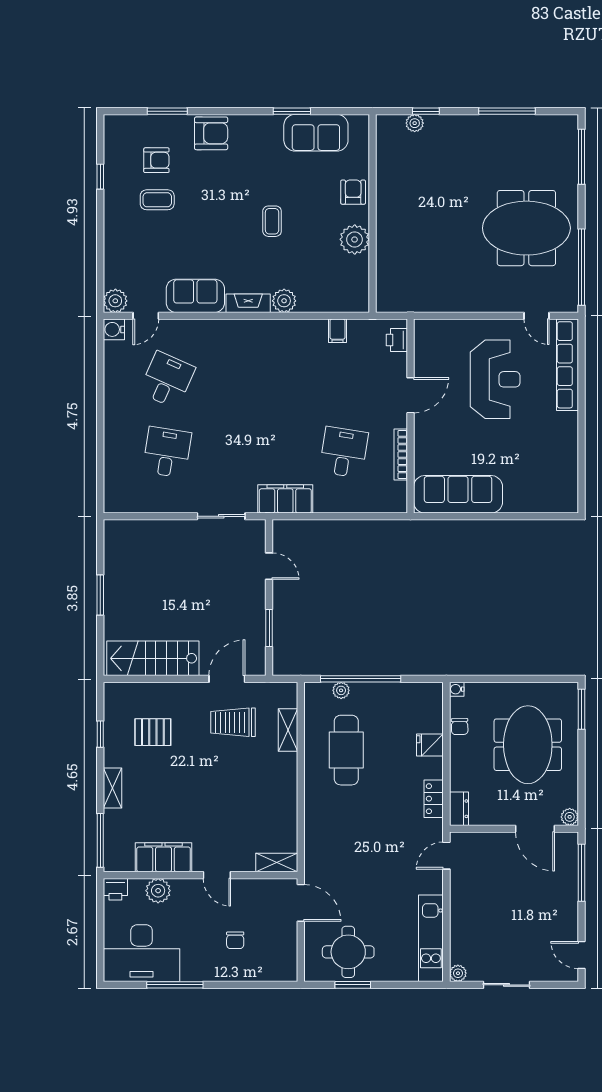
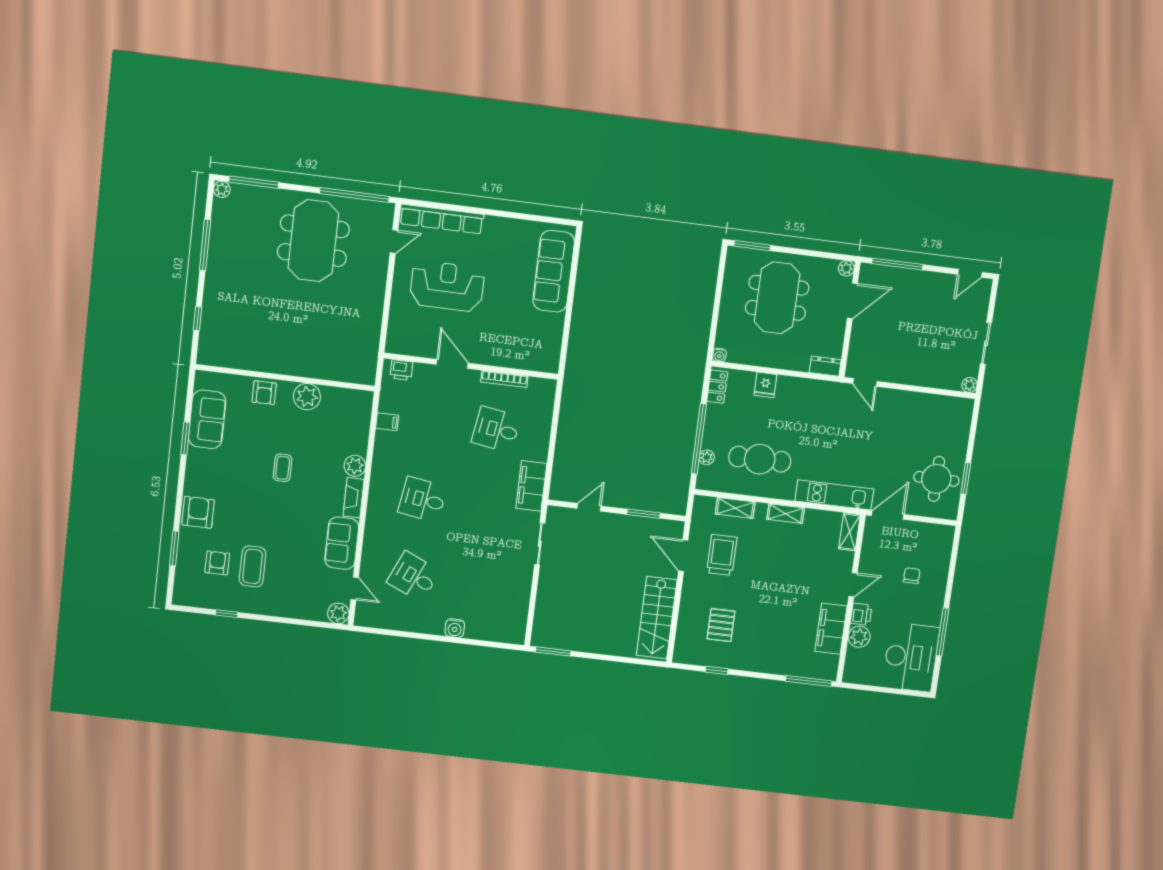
plant: (415, 123) -> (222, 189), moved
armchair: (353, 192) -> (264, 393), turned -90
coffee table: (157, 200) -> (253, 566), width x1.36, depth x1.30
coffee table: (272, 221) -> (283, 468), turned 90
water cooler: (114, 329) -> (455, 628), moved
desk: (167, 452) -> (423, 499), moved
sofa: (458, 494) -> (554, 271), moved
window: (100, 595) -> (553, 651), moved
trolley: (233, 722) -> (722, 555), turned 180
chair: (460, 727) -> (753, 357), removed
meeting table: (528, 745) -> (777, 298), turned 90
shelving: (112, 788) -> (786, 514), moved
locker: (434, 799) -> (717, 387), moved, turned -90
printer: (115, 889) -> (861, 614), moved
kitchen unit: (431, 938) -> (834, 495), moved, turned 180
chair: (235, 940) -> (912, 576), turned -90

